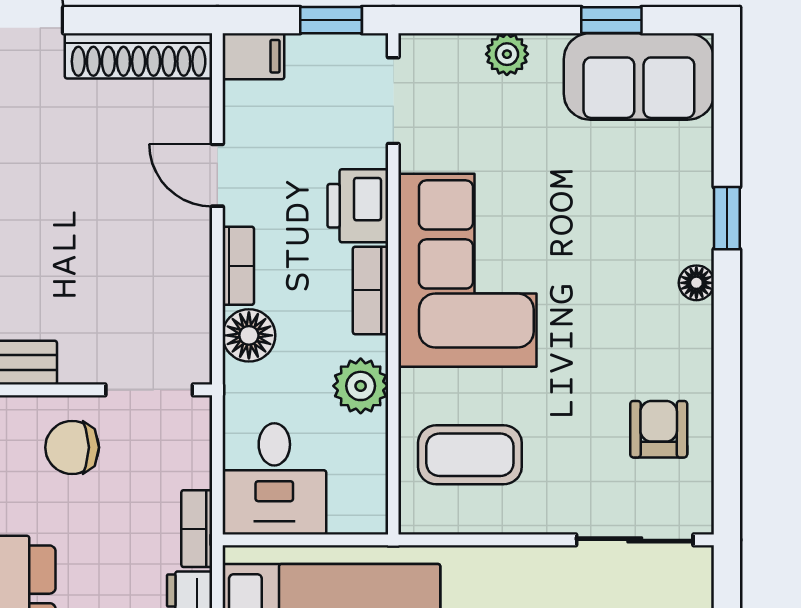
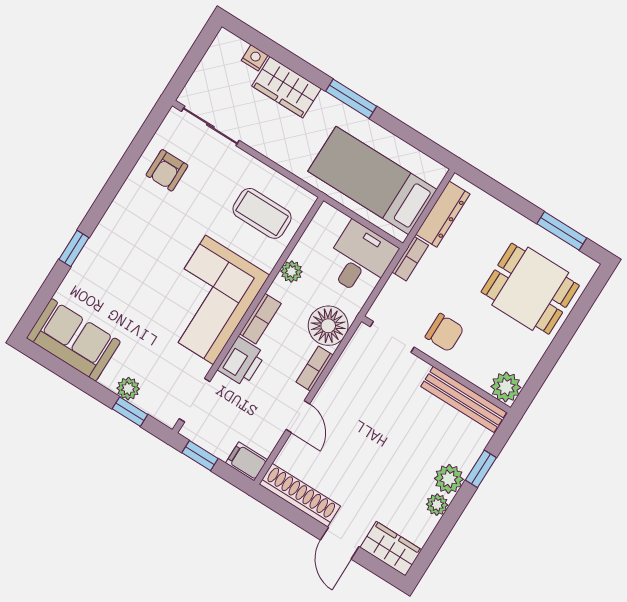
window: (611, 20) -> (130, 412), moved
floor lamp: (696, 283) -> (107, 227), removed
floor lamp: (249, 335) -> (328, 326), width x1.38, depth x1.38
plant: (361, 386) -> (291, 272), width x0.73, depth x0.73

